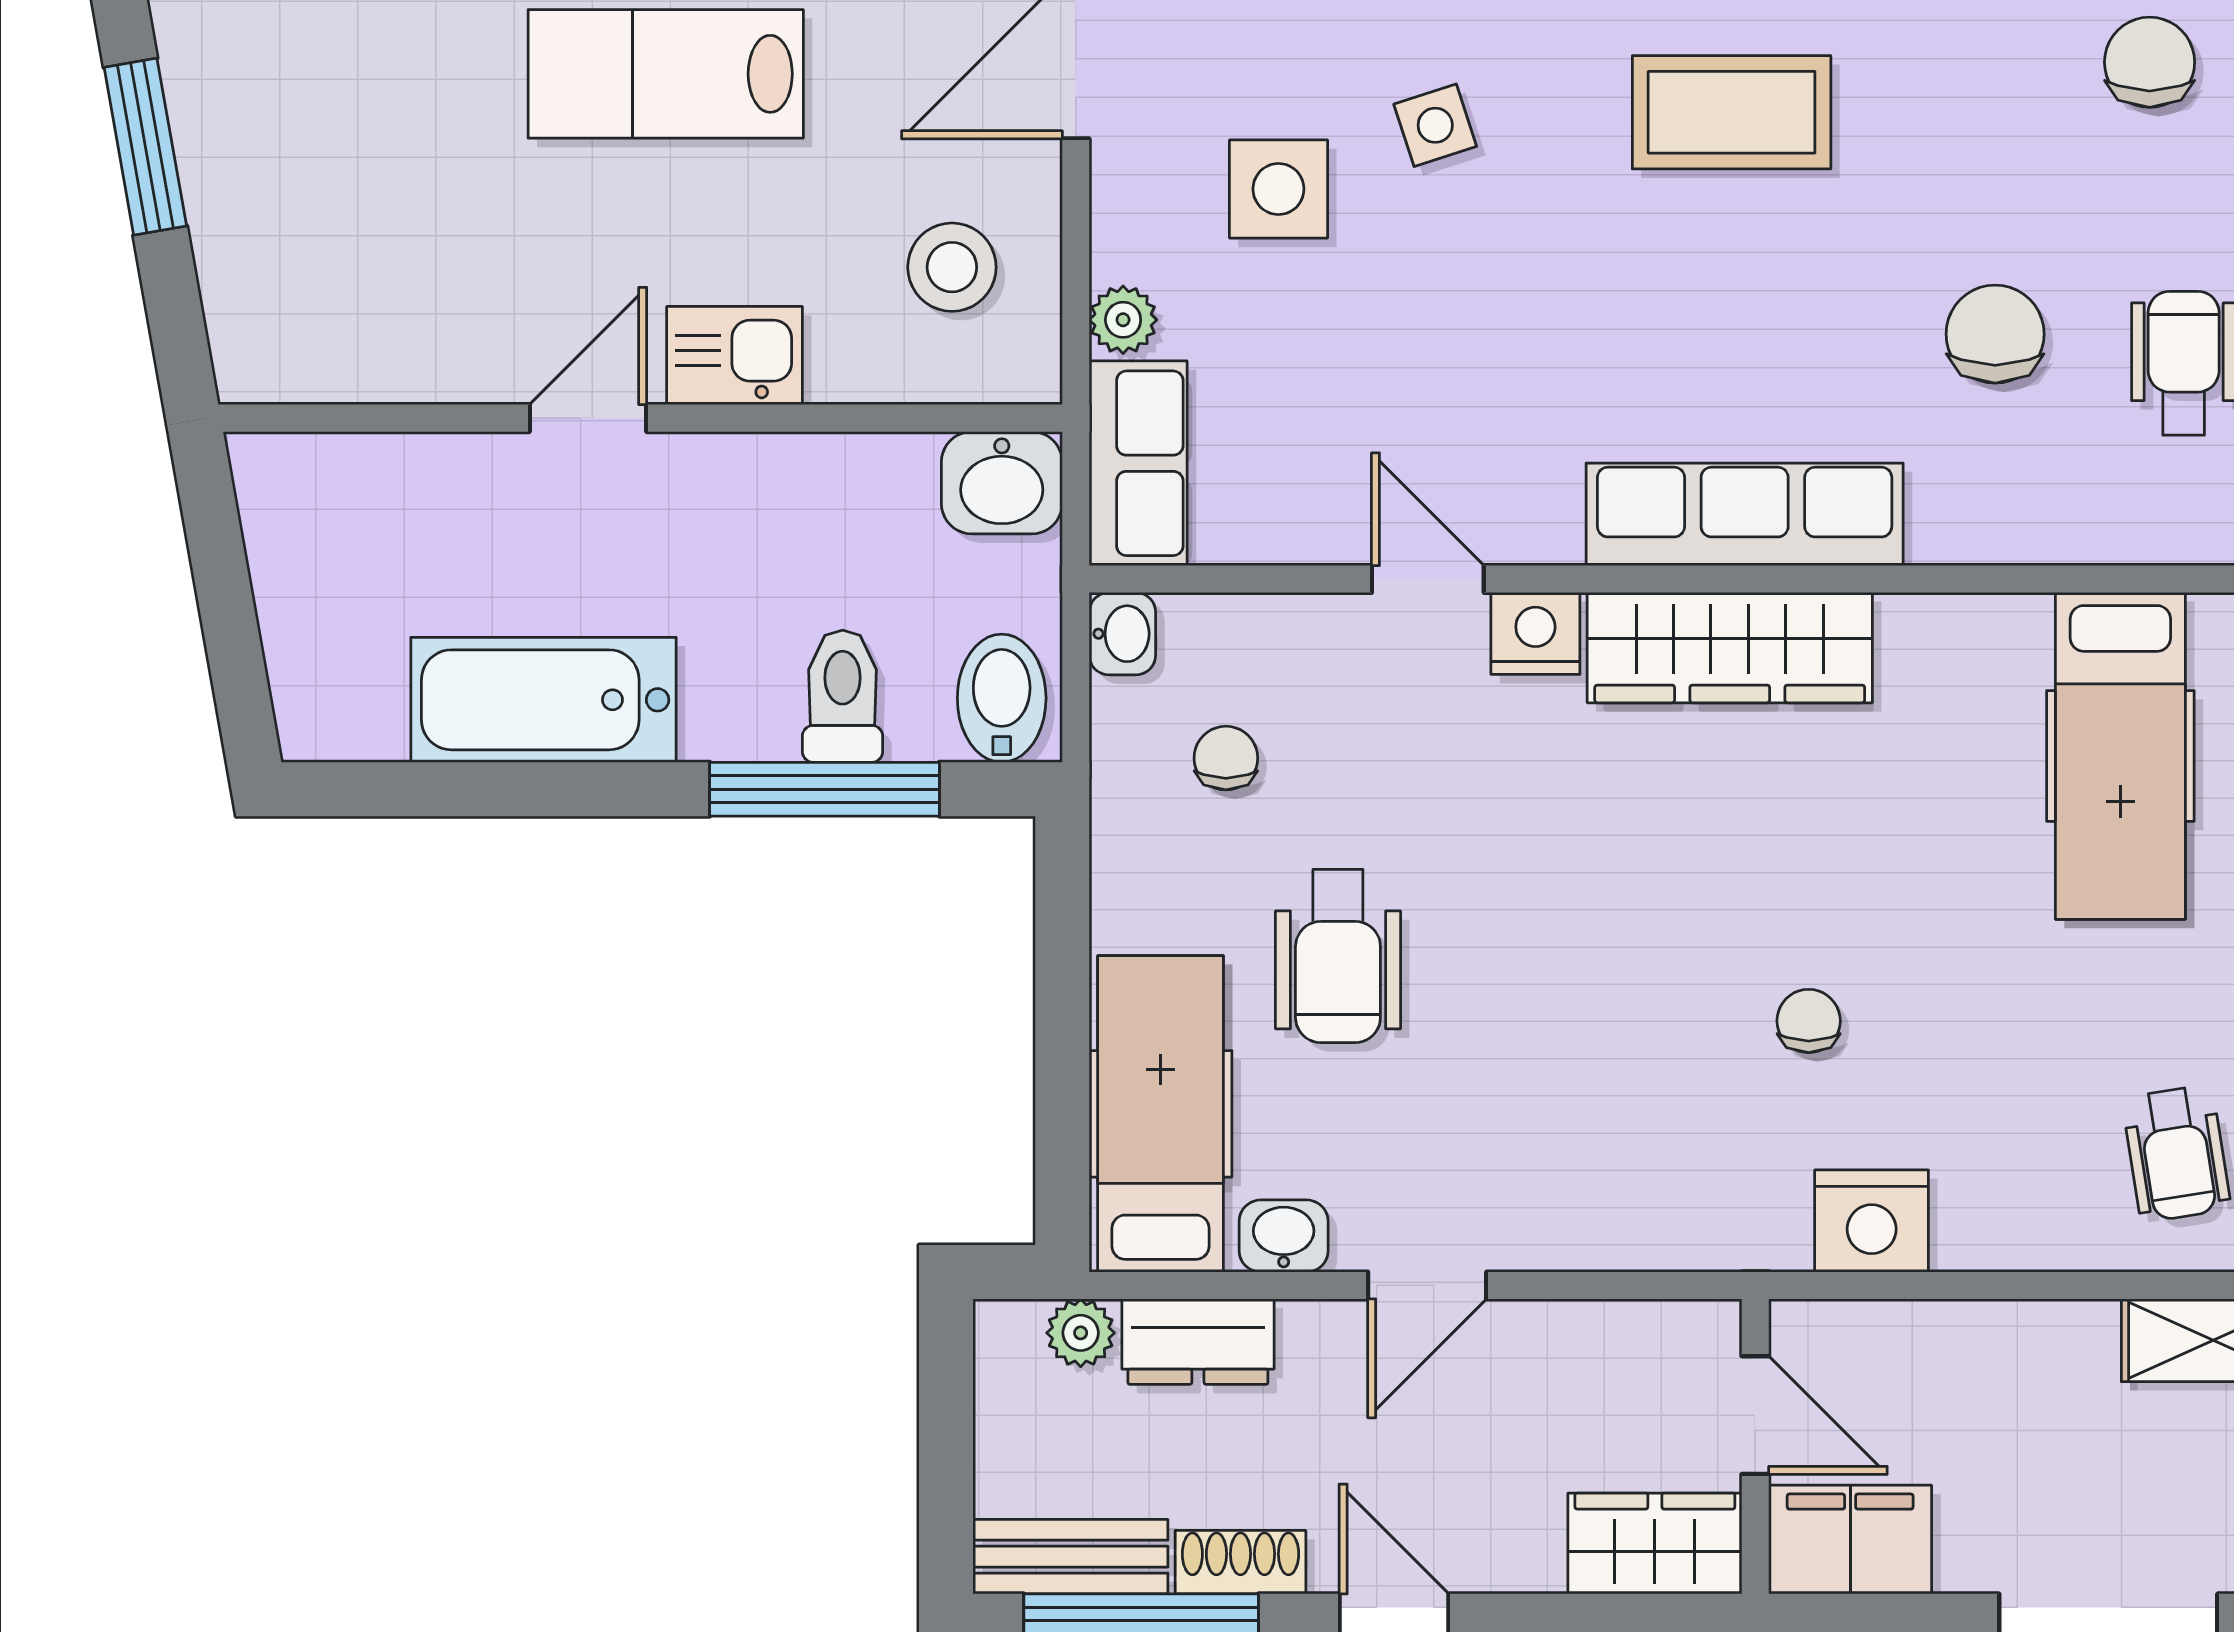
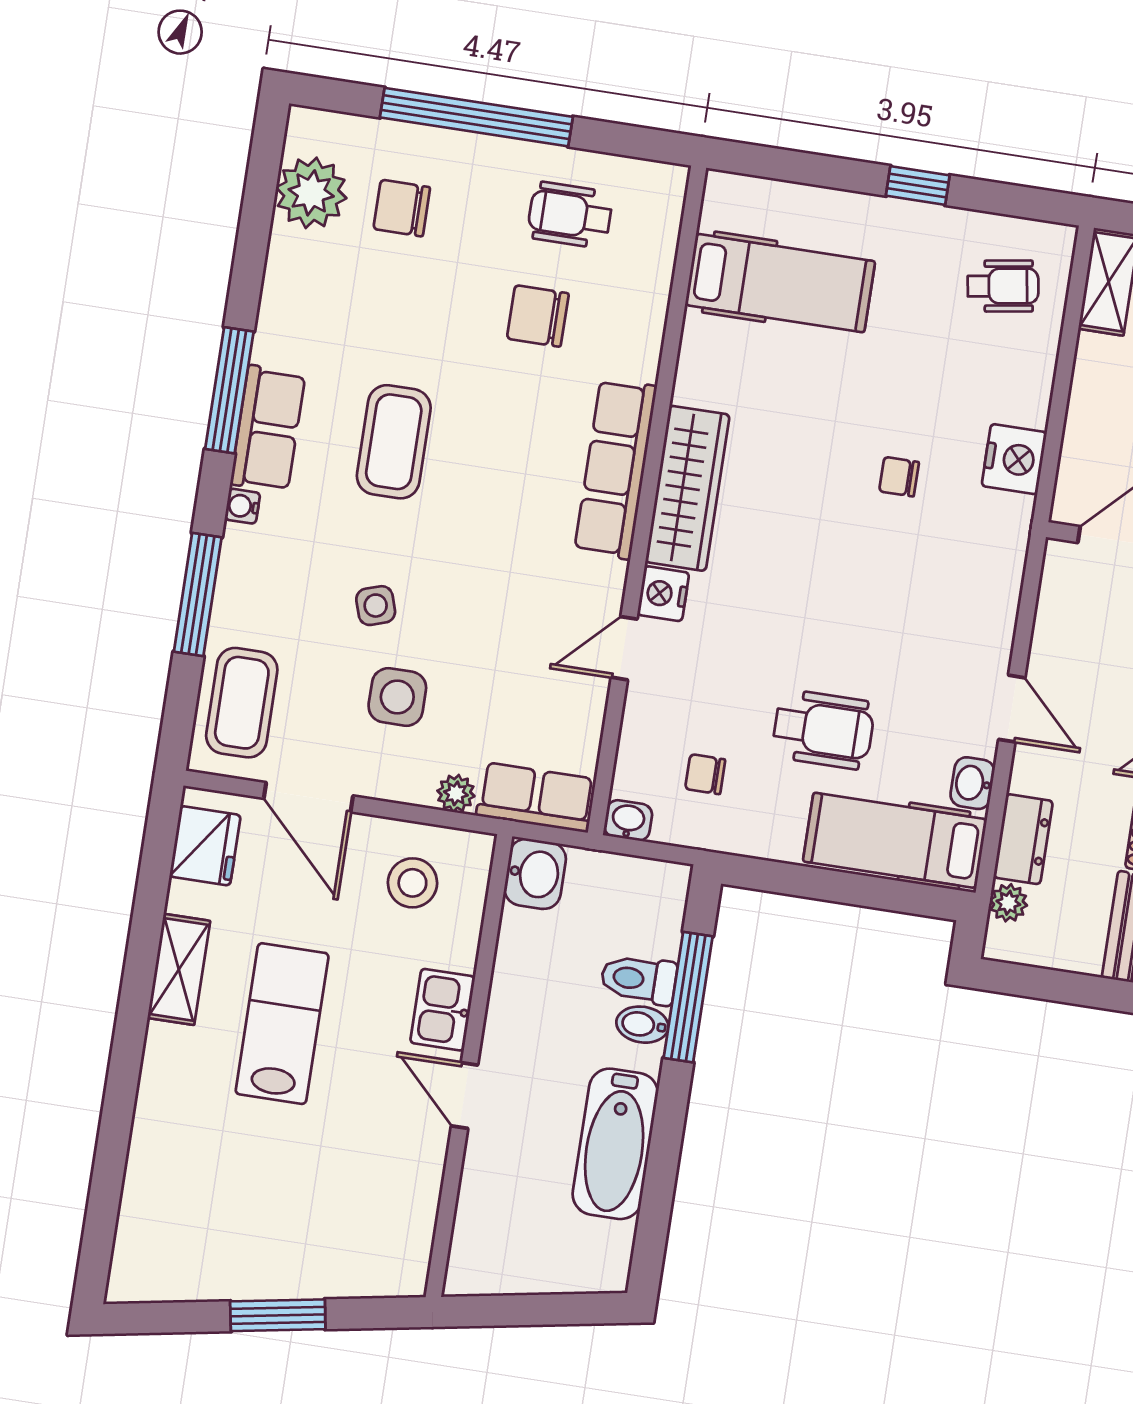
lab bench: (666, 74) -> (282, 1024), turned 180
bidet: (1002, 698) -> (642, 1025), moved, width x0.72, depth x0.74

